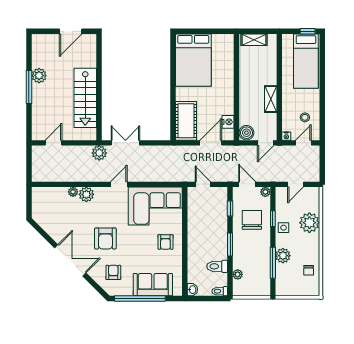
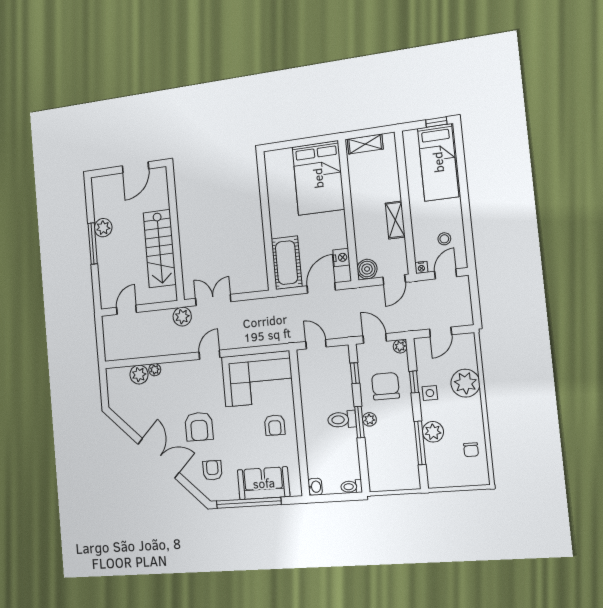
bed: (193, 60) -> (318, 178), moved
plant: (86, 194) -> (139, 375), moved
toilet: (217, 266) -> (342, 420), moved
plant: (238, 274) -> (369, 419), moved

